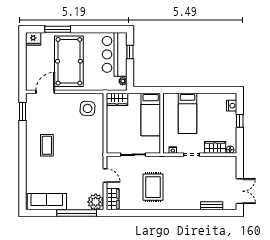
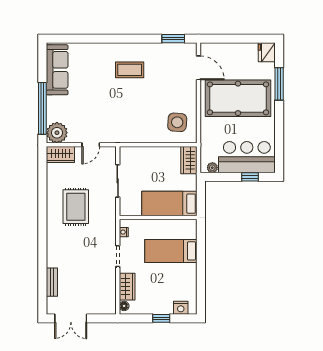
rug: (153, 187) -> (76, 207), turned 90

